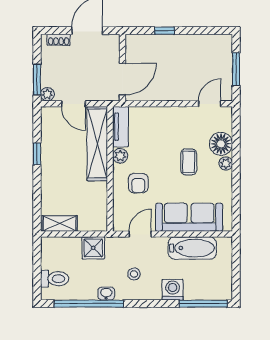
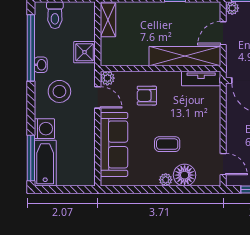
plant: (120, 156) -> (107, 78), moved
bathtub: (192, 248) -> (45, 163), moved, turned 180
stool: (134, 274) -> (59, 91), width x1.89, depth x1.89

